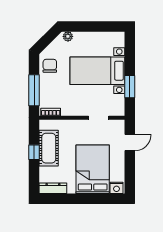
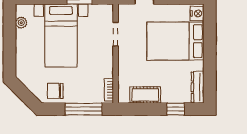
plant: (68, 36) -> (21, 23), moved
cot: (49, 148) -> (145, 95), width x0.73, depth x0.75
window: (34, 152) -> (176, 109), moved

